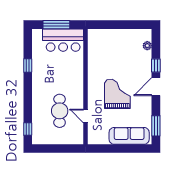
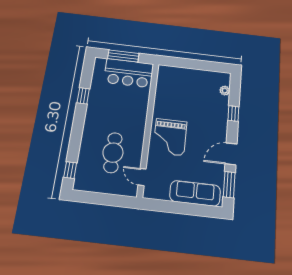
door: (156, 87) -> (231, 154), moved
grand piano: (117, 94) -> (170, 137), moved, turned 180
door: (86, 116) -> (142, 177), moved

